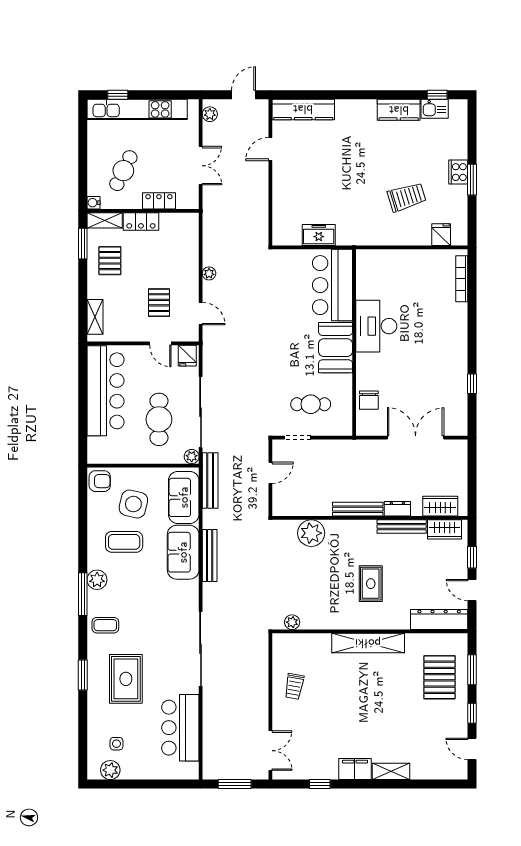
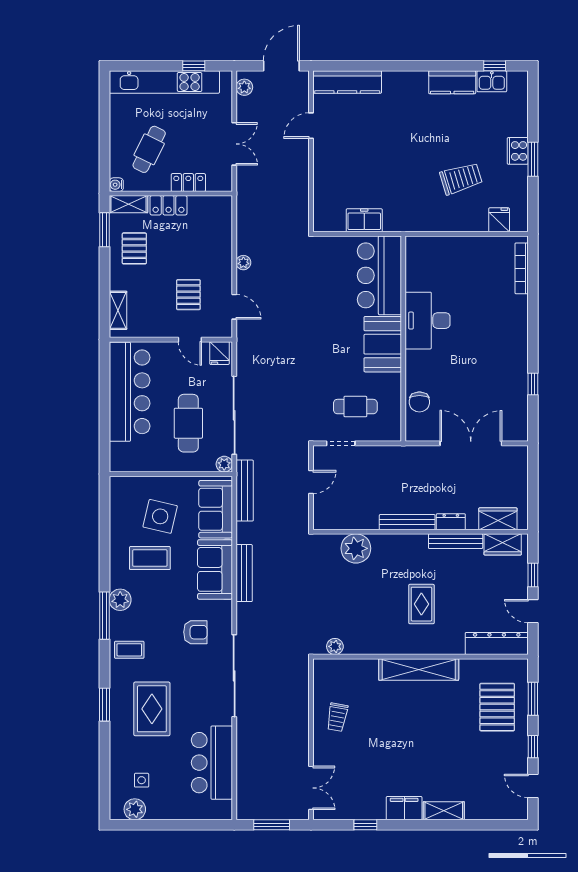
window: (118, 95) -> (194, 66), moved
door: (244, 95) -> (281, 66), width x1.38
armchair: (100, 481) -> (195, 632), moved

